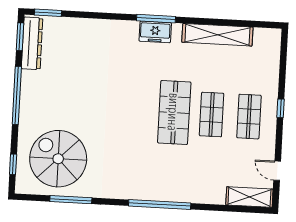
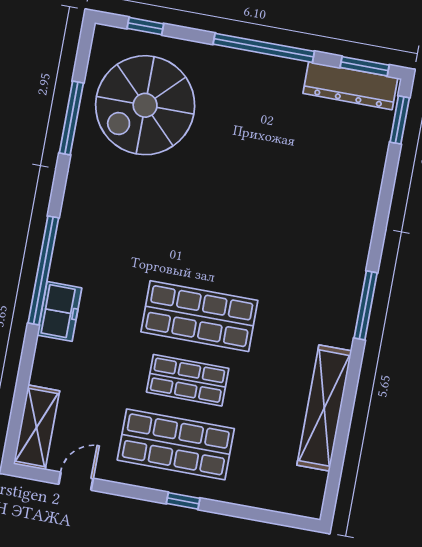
freezer: (155, 32) -> (59, 311), moved, turned 180
shop shelf: (249, 117) -> (176, 444), width x1.43, depth x1.36
spiral stairs: (58, 159) -> (145, 105), turned 180

